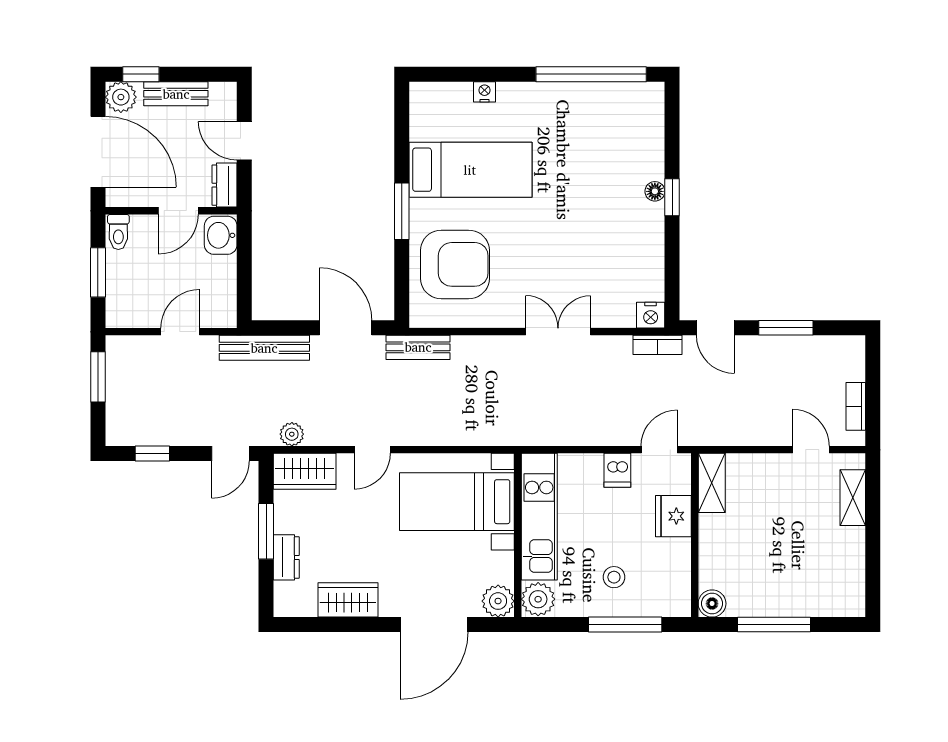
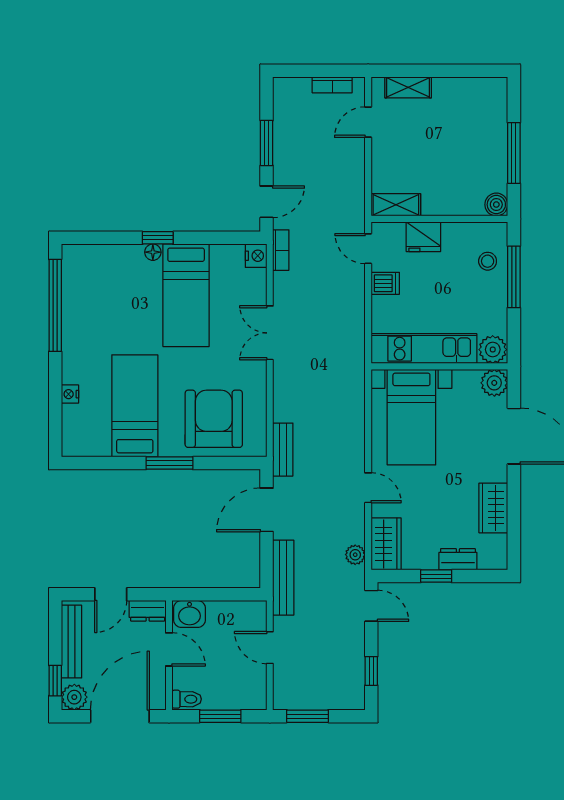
bench: (176, 94) -> (72, 642), width x1.36
bed: (603, 231) -> (186, 295), added
window: (266, 531) -> (436, 576), width x0.67
stool: (614, 577) -> (488, 261), moved

